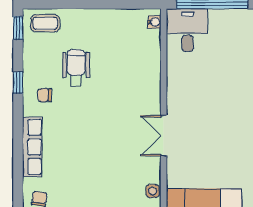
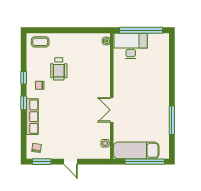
window: (18, 28) -> (24, 103), moved
desk: (188, 30) -> (131, 46), width x1.37
wheelchair: (76, 68) -> (59, 69), turned 180

